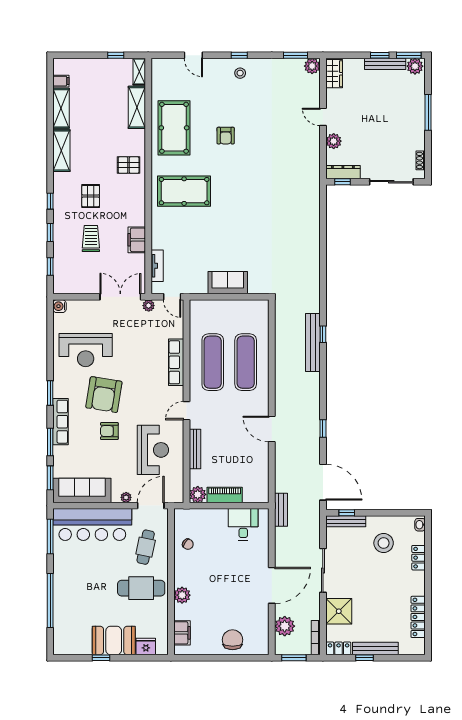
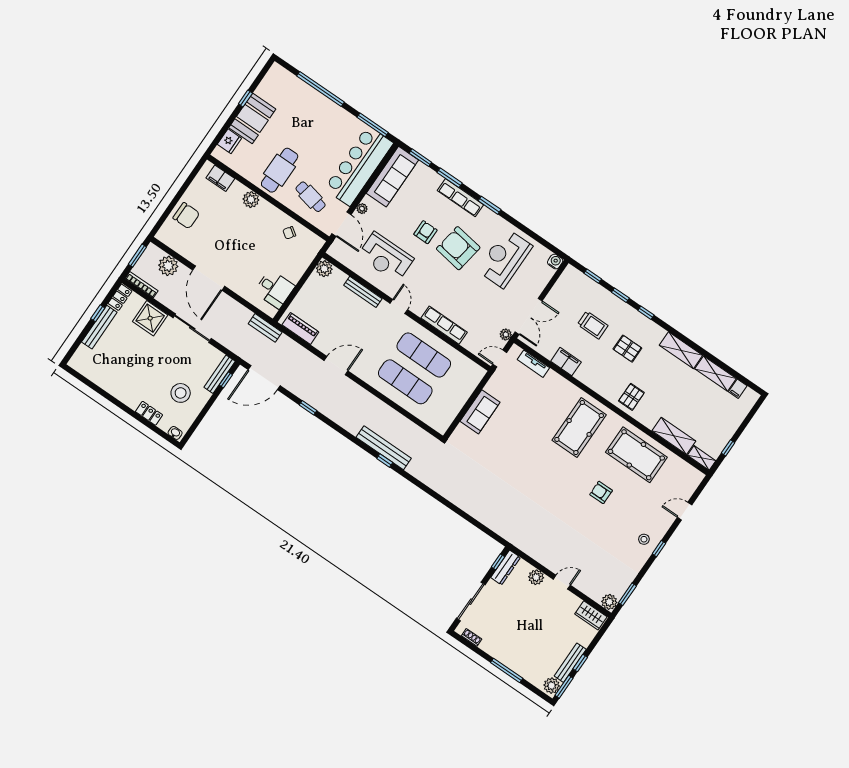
piano: (225, 495) -> (300, 328), moved, turned -90
locker: (418, 617) -> (101, 380), removed

